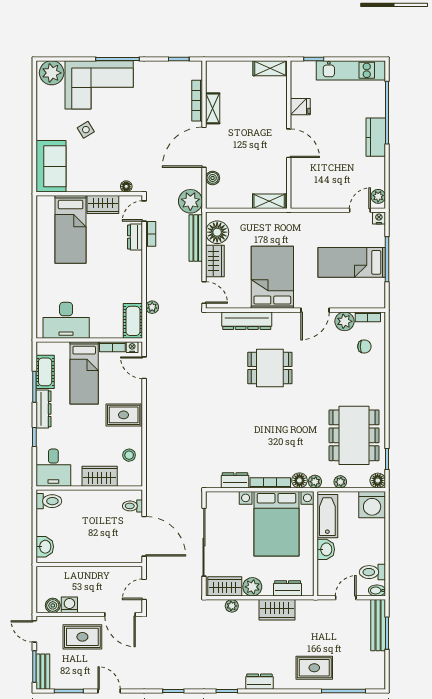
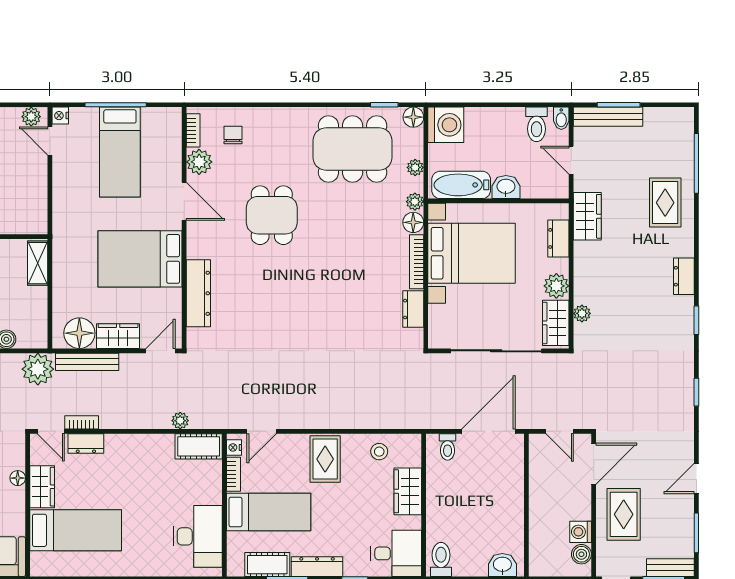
floor lamp: (126, 186) -> (18, 478), moved
dining table: (270, 368) -> (272, 215), moved
wardrobe: (277, 610) -> (587, 216), moved

